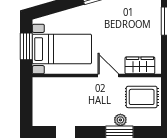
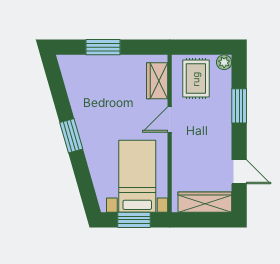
wardrobe: (41, 104) -> (205, 202), added
plant: (120, 120) -> (224, 62), moved

